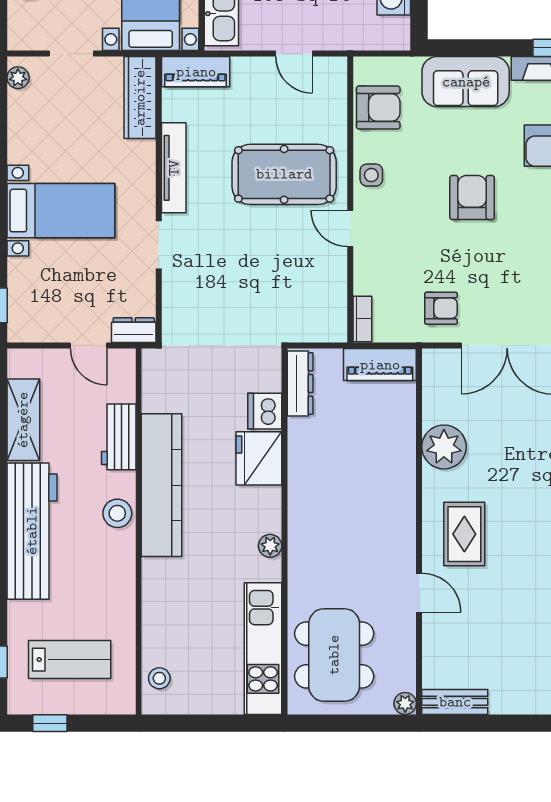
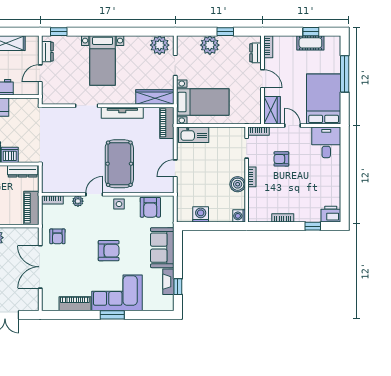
plant: (18, 78) -> (160, 45), width x1.87, depth x1.87
plant: (365, 264) -> (78, 201), added
dresser: (134, 330) -> (47, 52), moved

